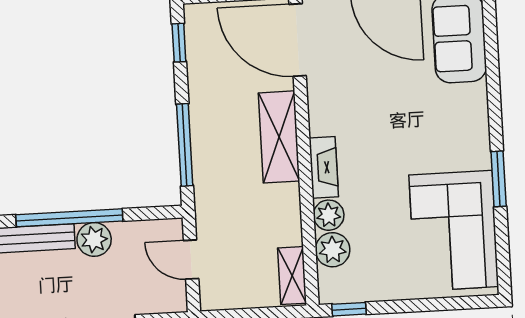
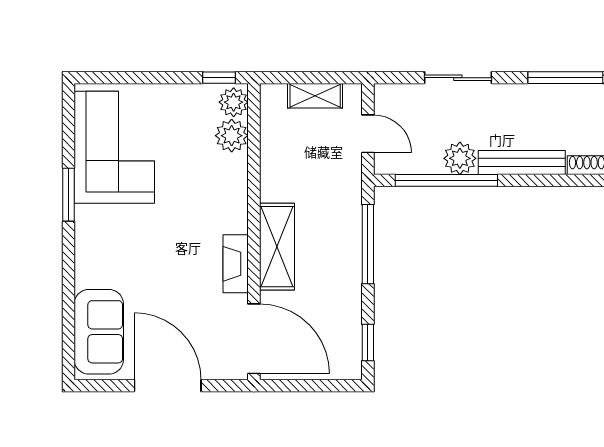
fireplace: (324, 167) -> (236, 264), moved
plant: (329, 215) -> (234, 102), moved
window: (69, 218) -> (446, 180), moved
shelving: (292, 276) -> (315, 96), moved, turned 90

